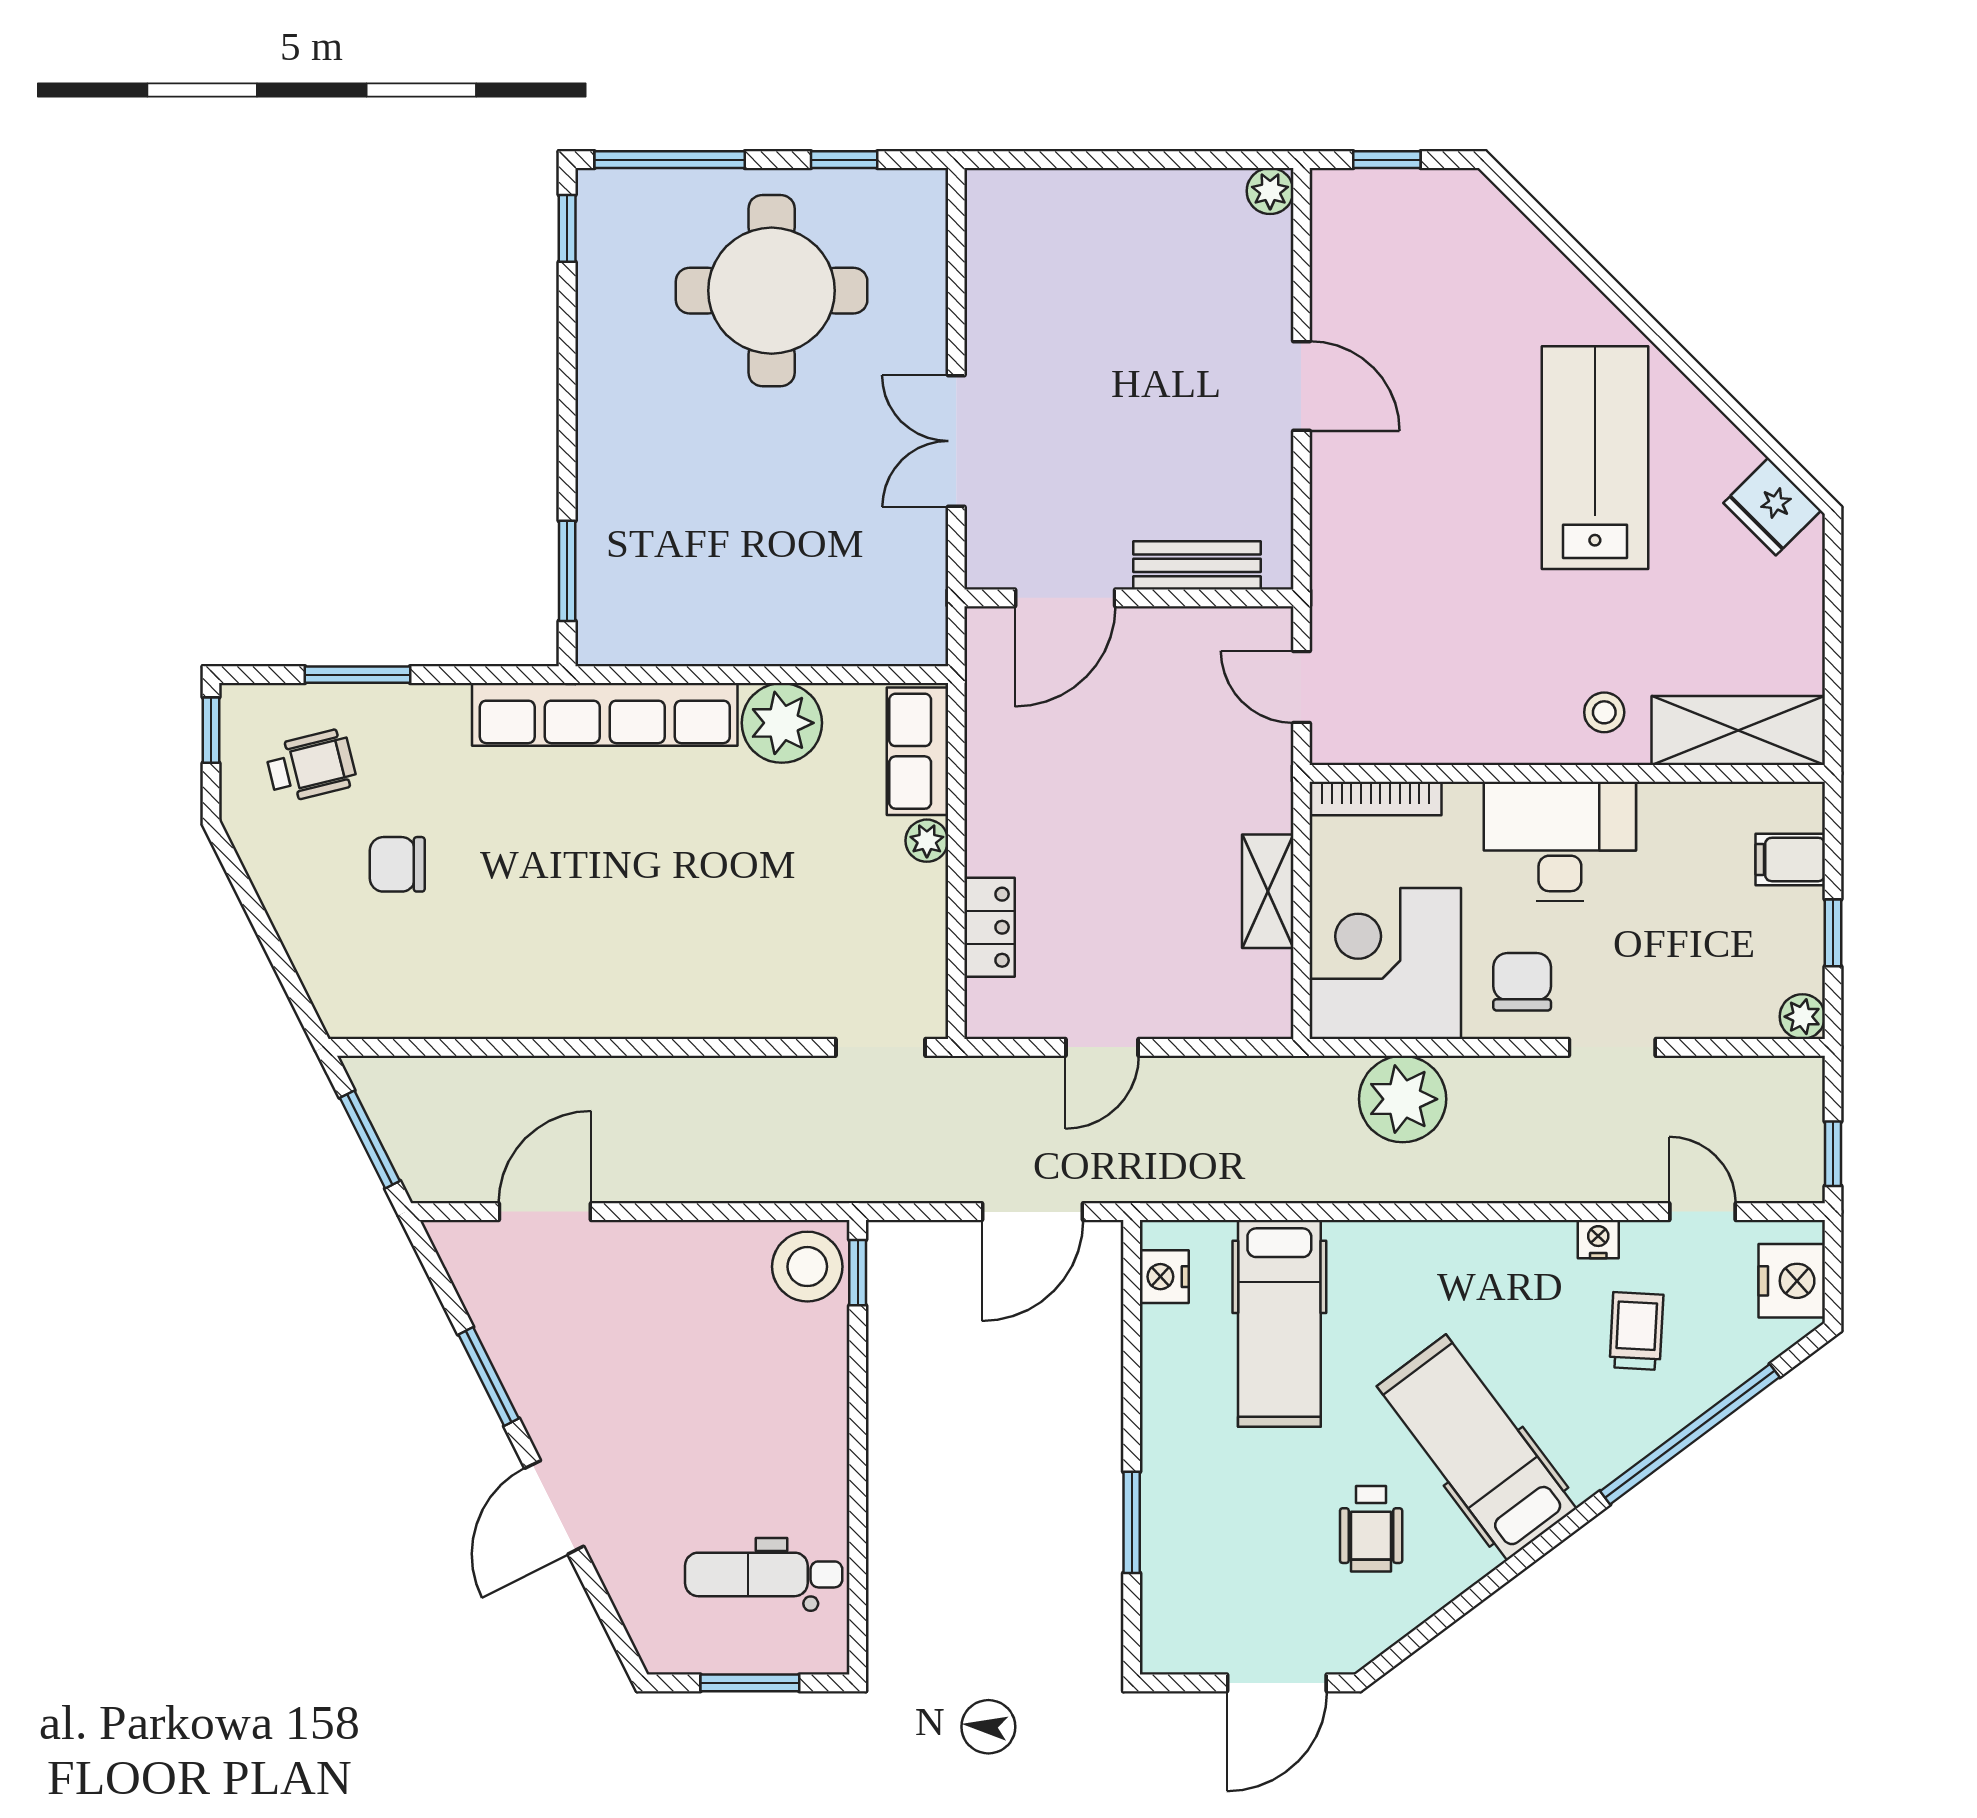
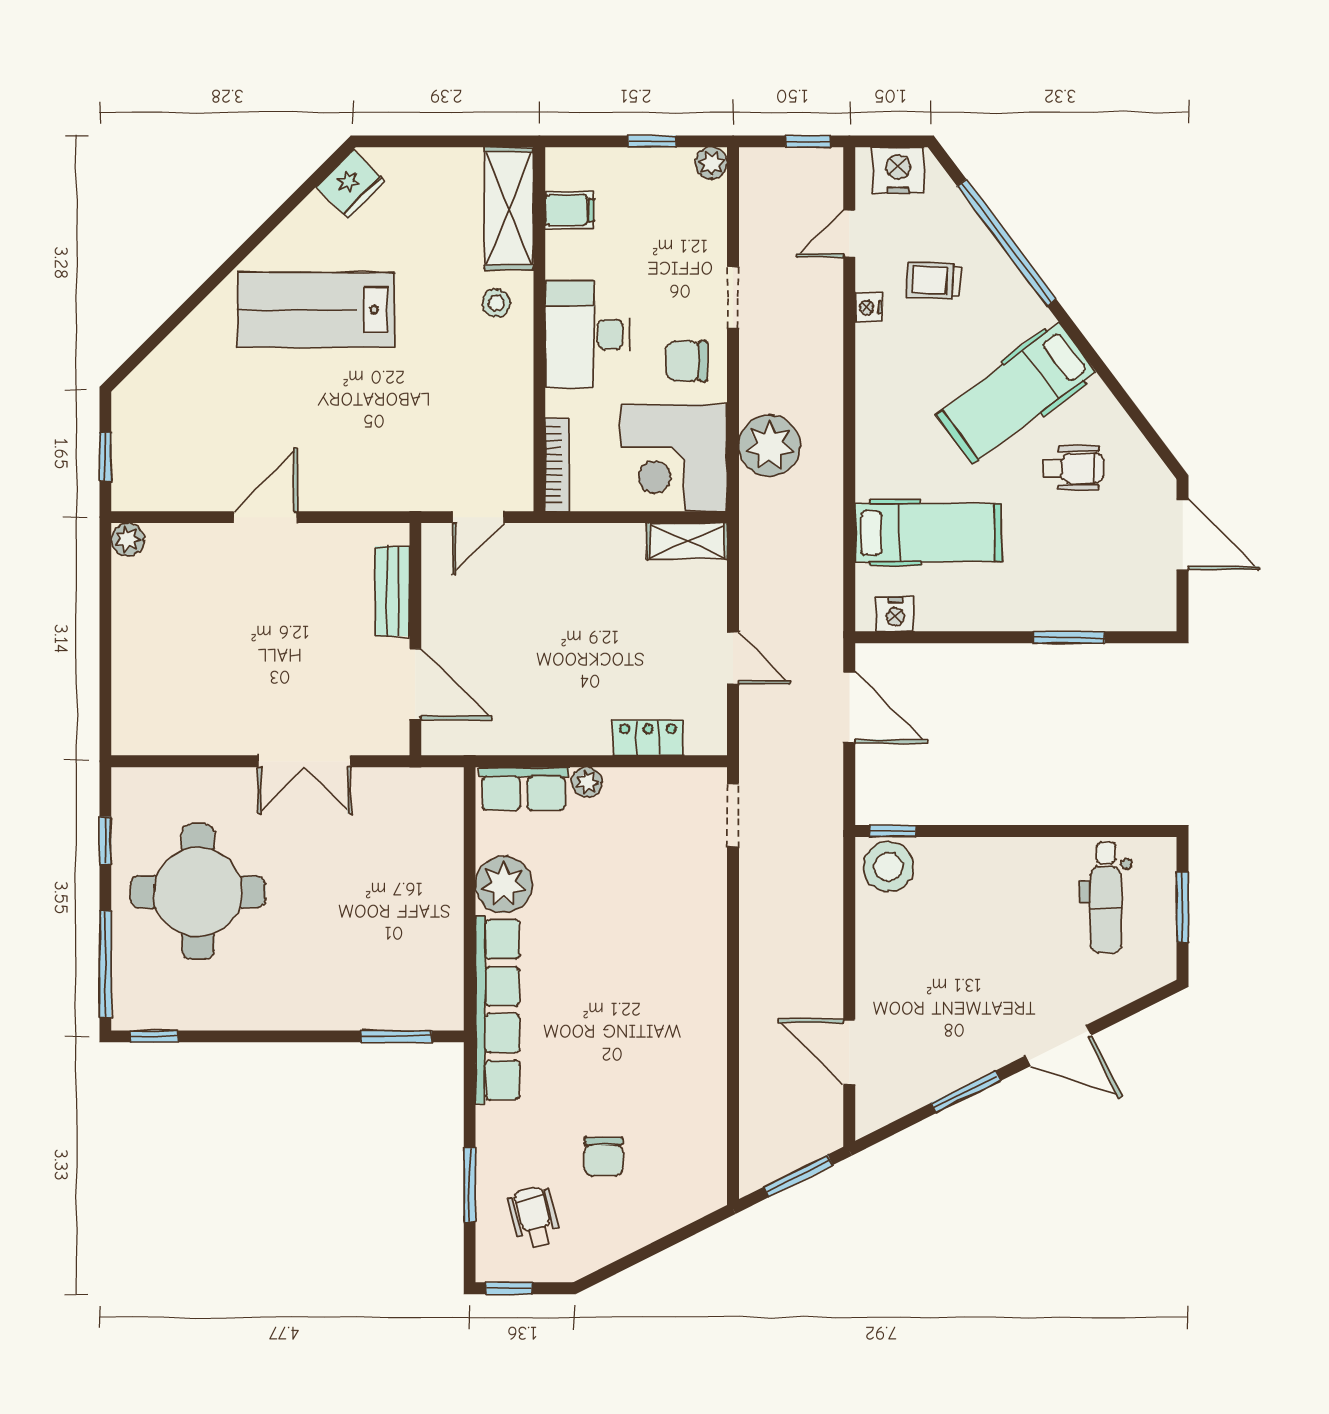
filing cabinet: (1790, 859) -> (570, 210), moved, turned -90
shelving: (1268, 891) -> (687, 541), moved

